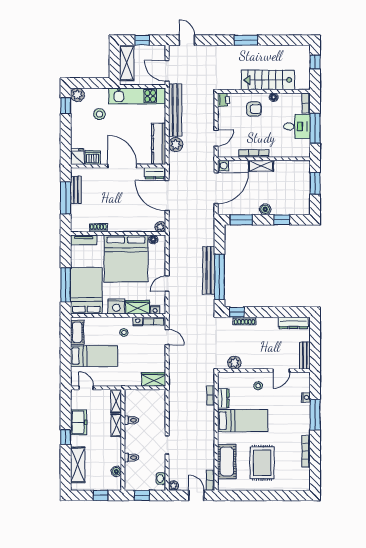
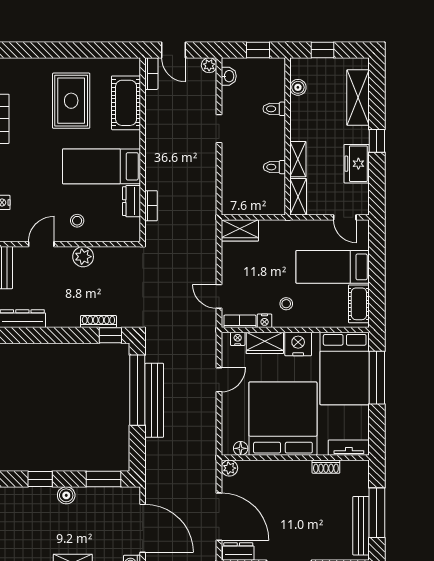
door: (216, 188) -> (143, 528), swing flipped
bench: (76, 190) -> (361, 526), width x1.36
plant: (234, 363) -> (83, 257), moved

